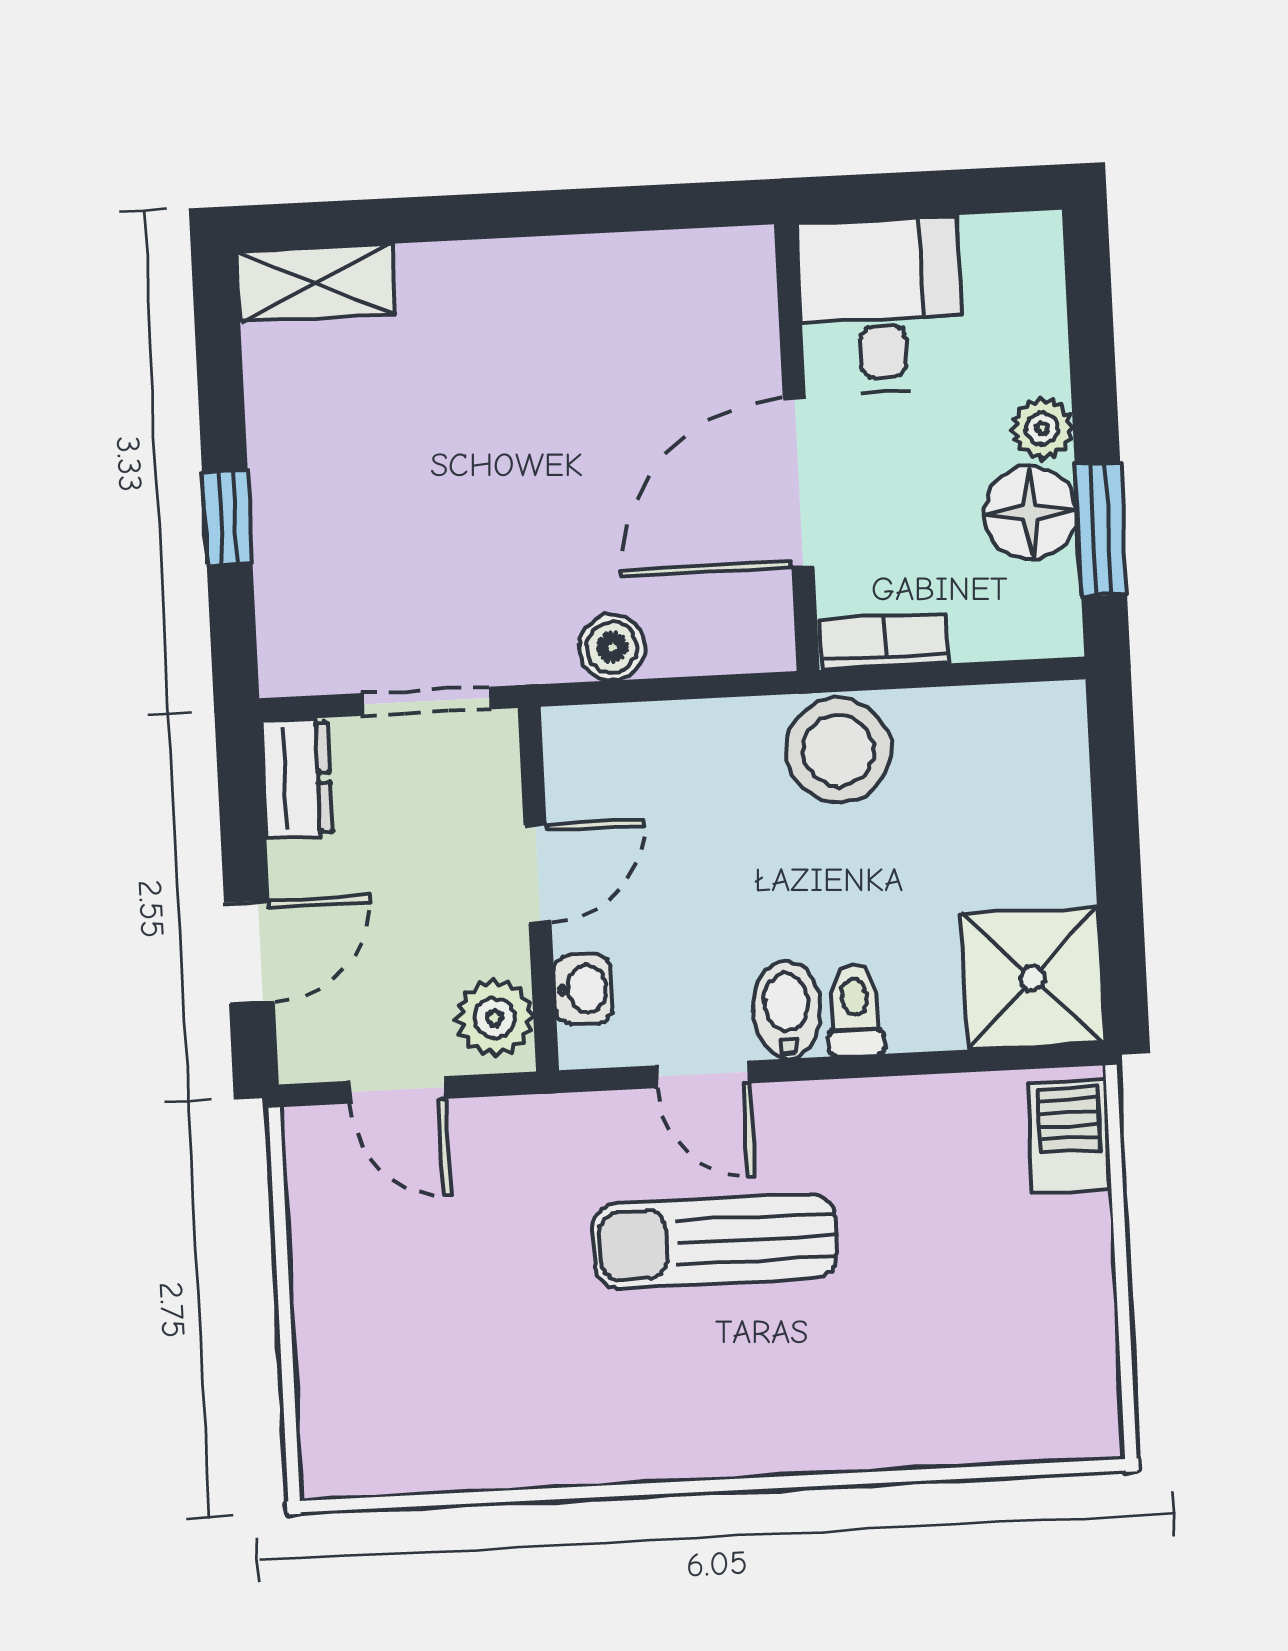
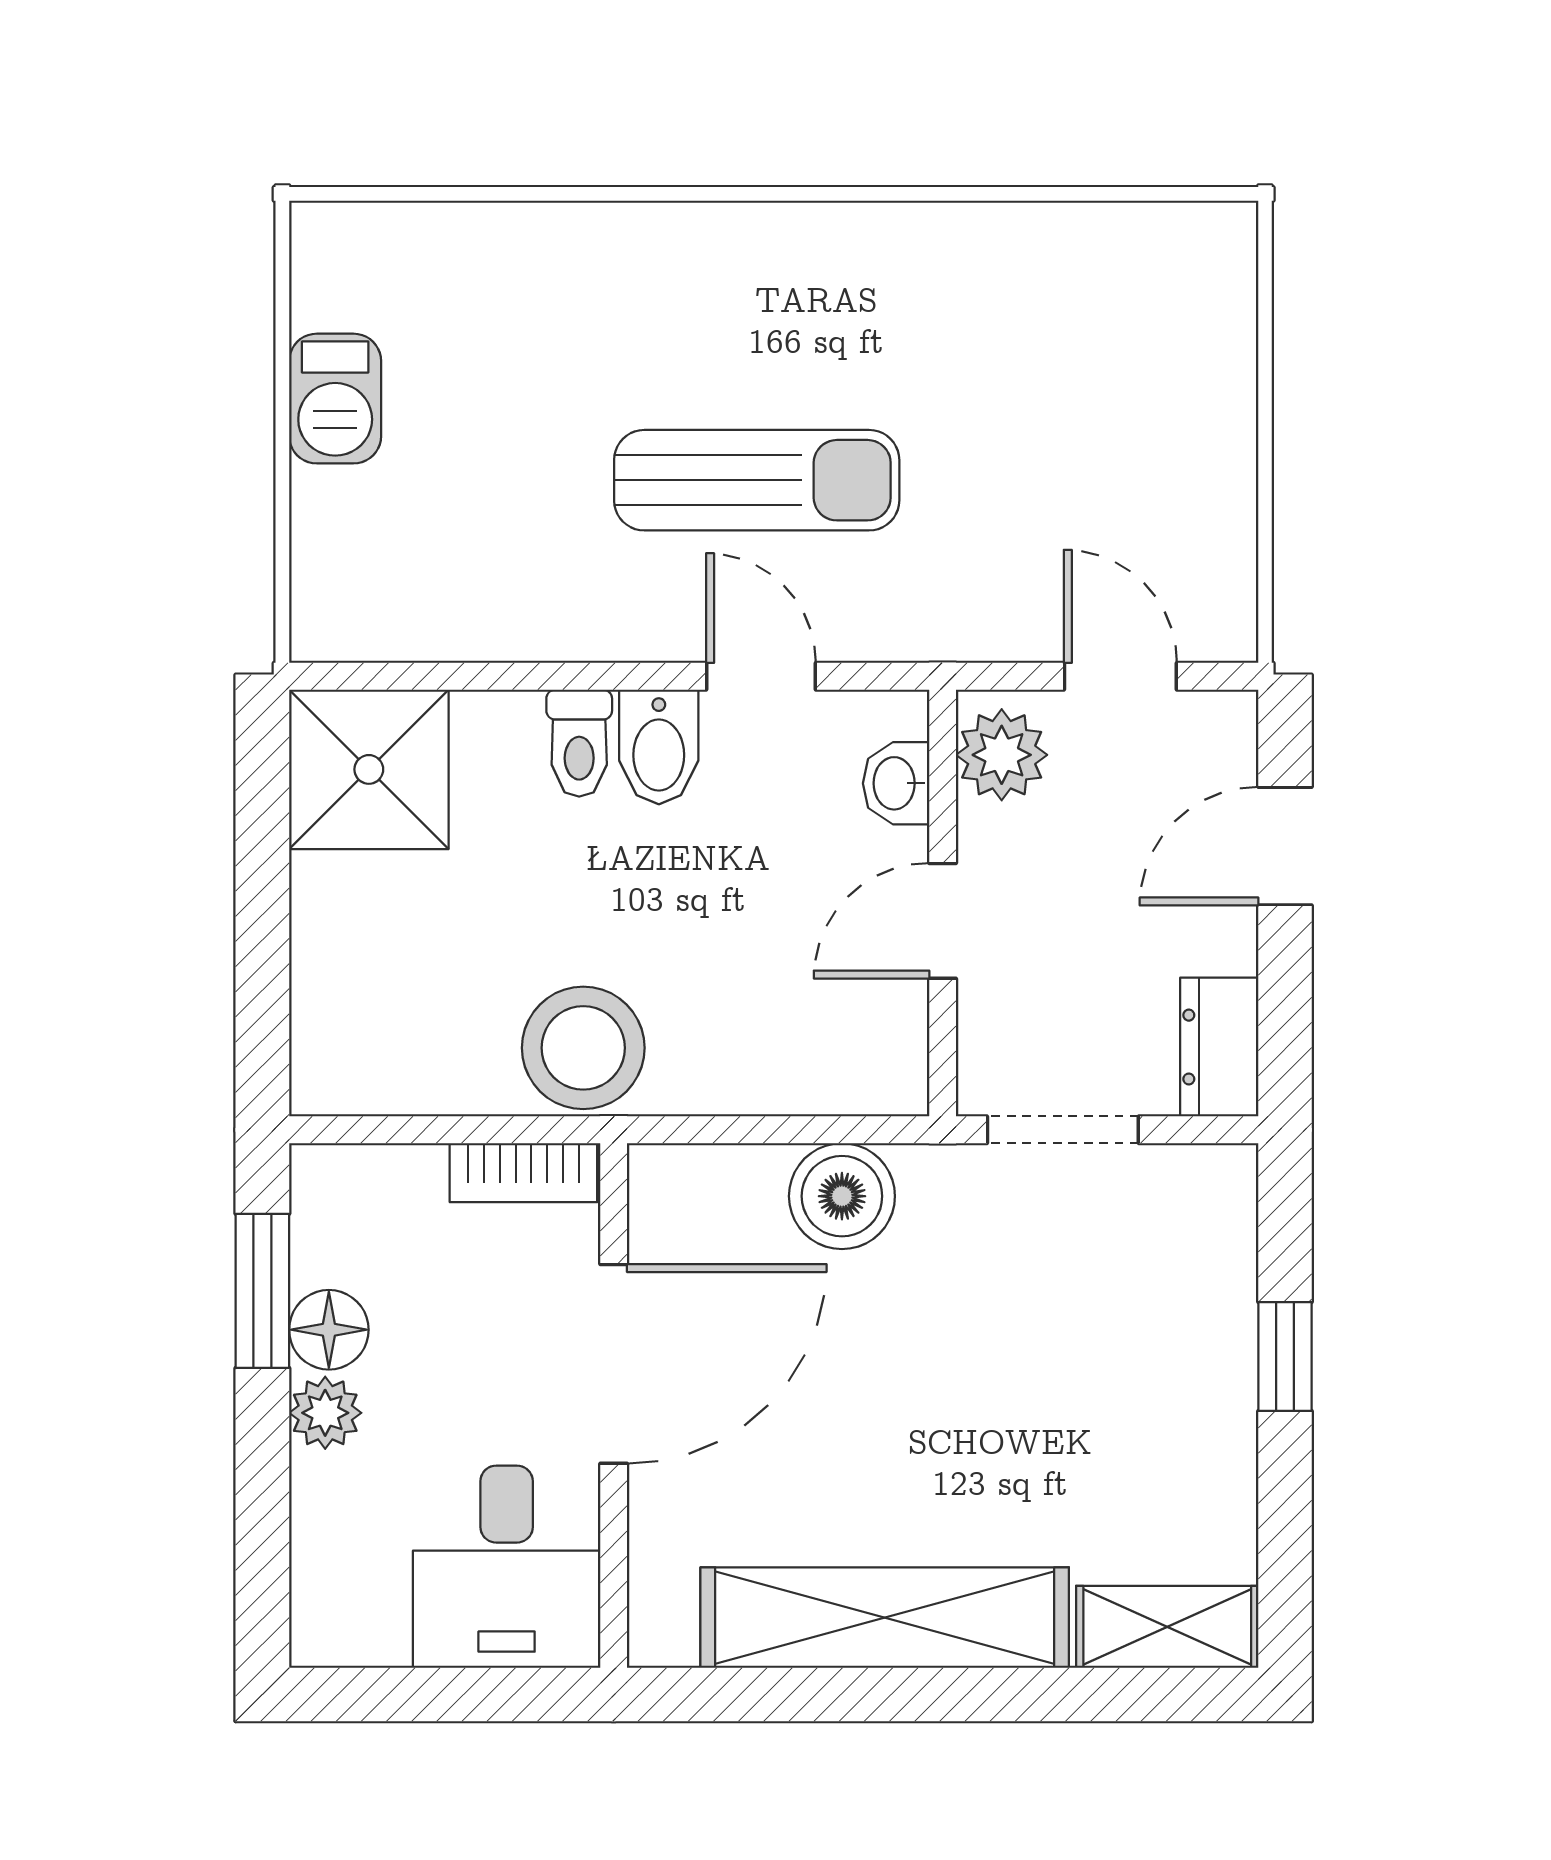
shelving: (557, 278) -> (885, 1618), added
floor lamp: (1031, 513) -> (329, 1330), width x0.73, depth x0.73
boiler: (612, 647) -> (842, 1196), width x1.36, depth x1.36
barbecue: (1069, 1136) -> (335, 399), moved

